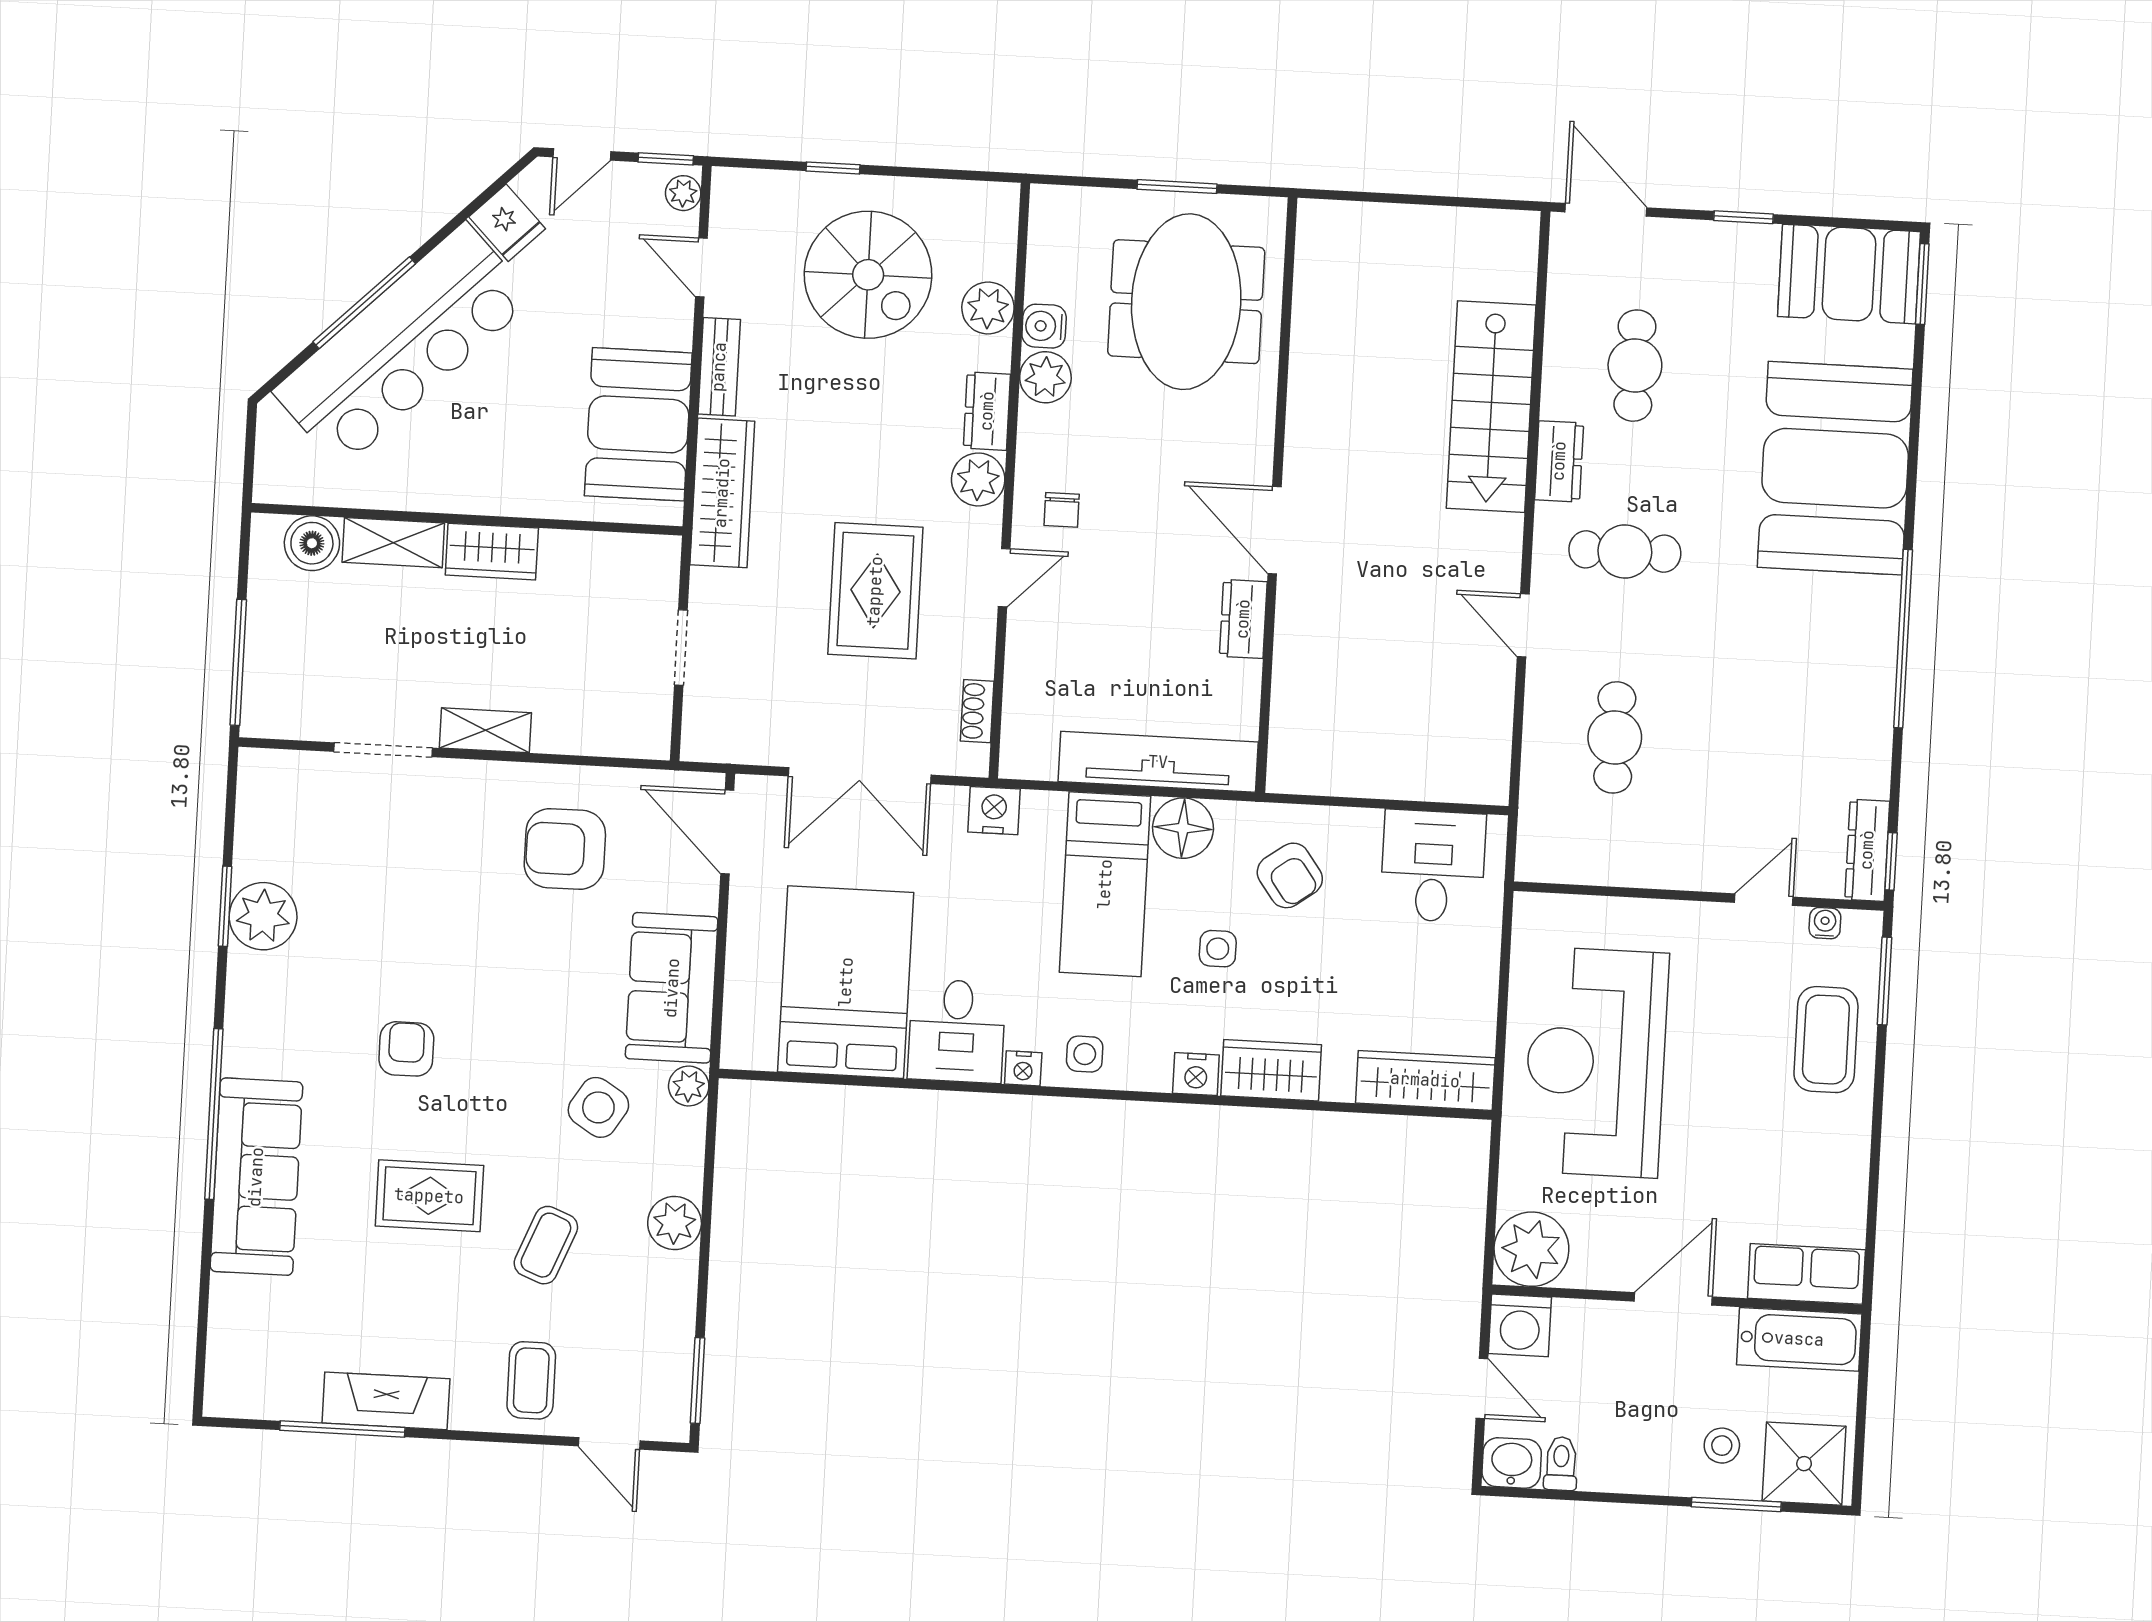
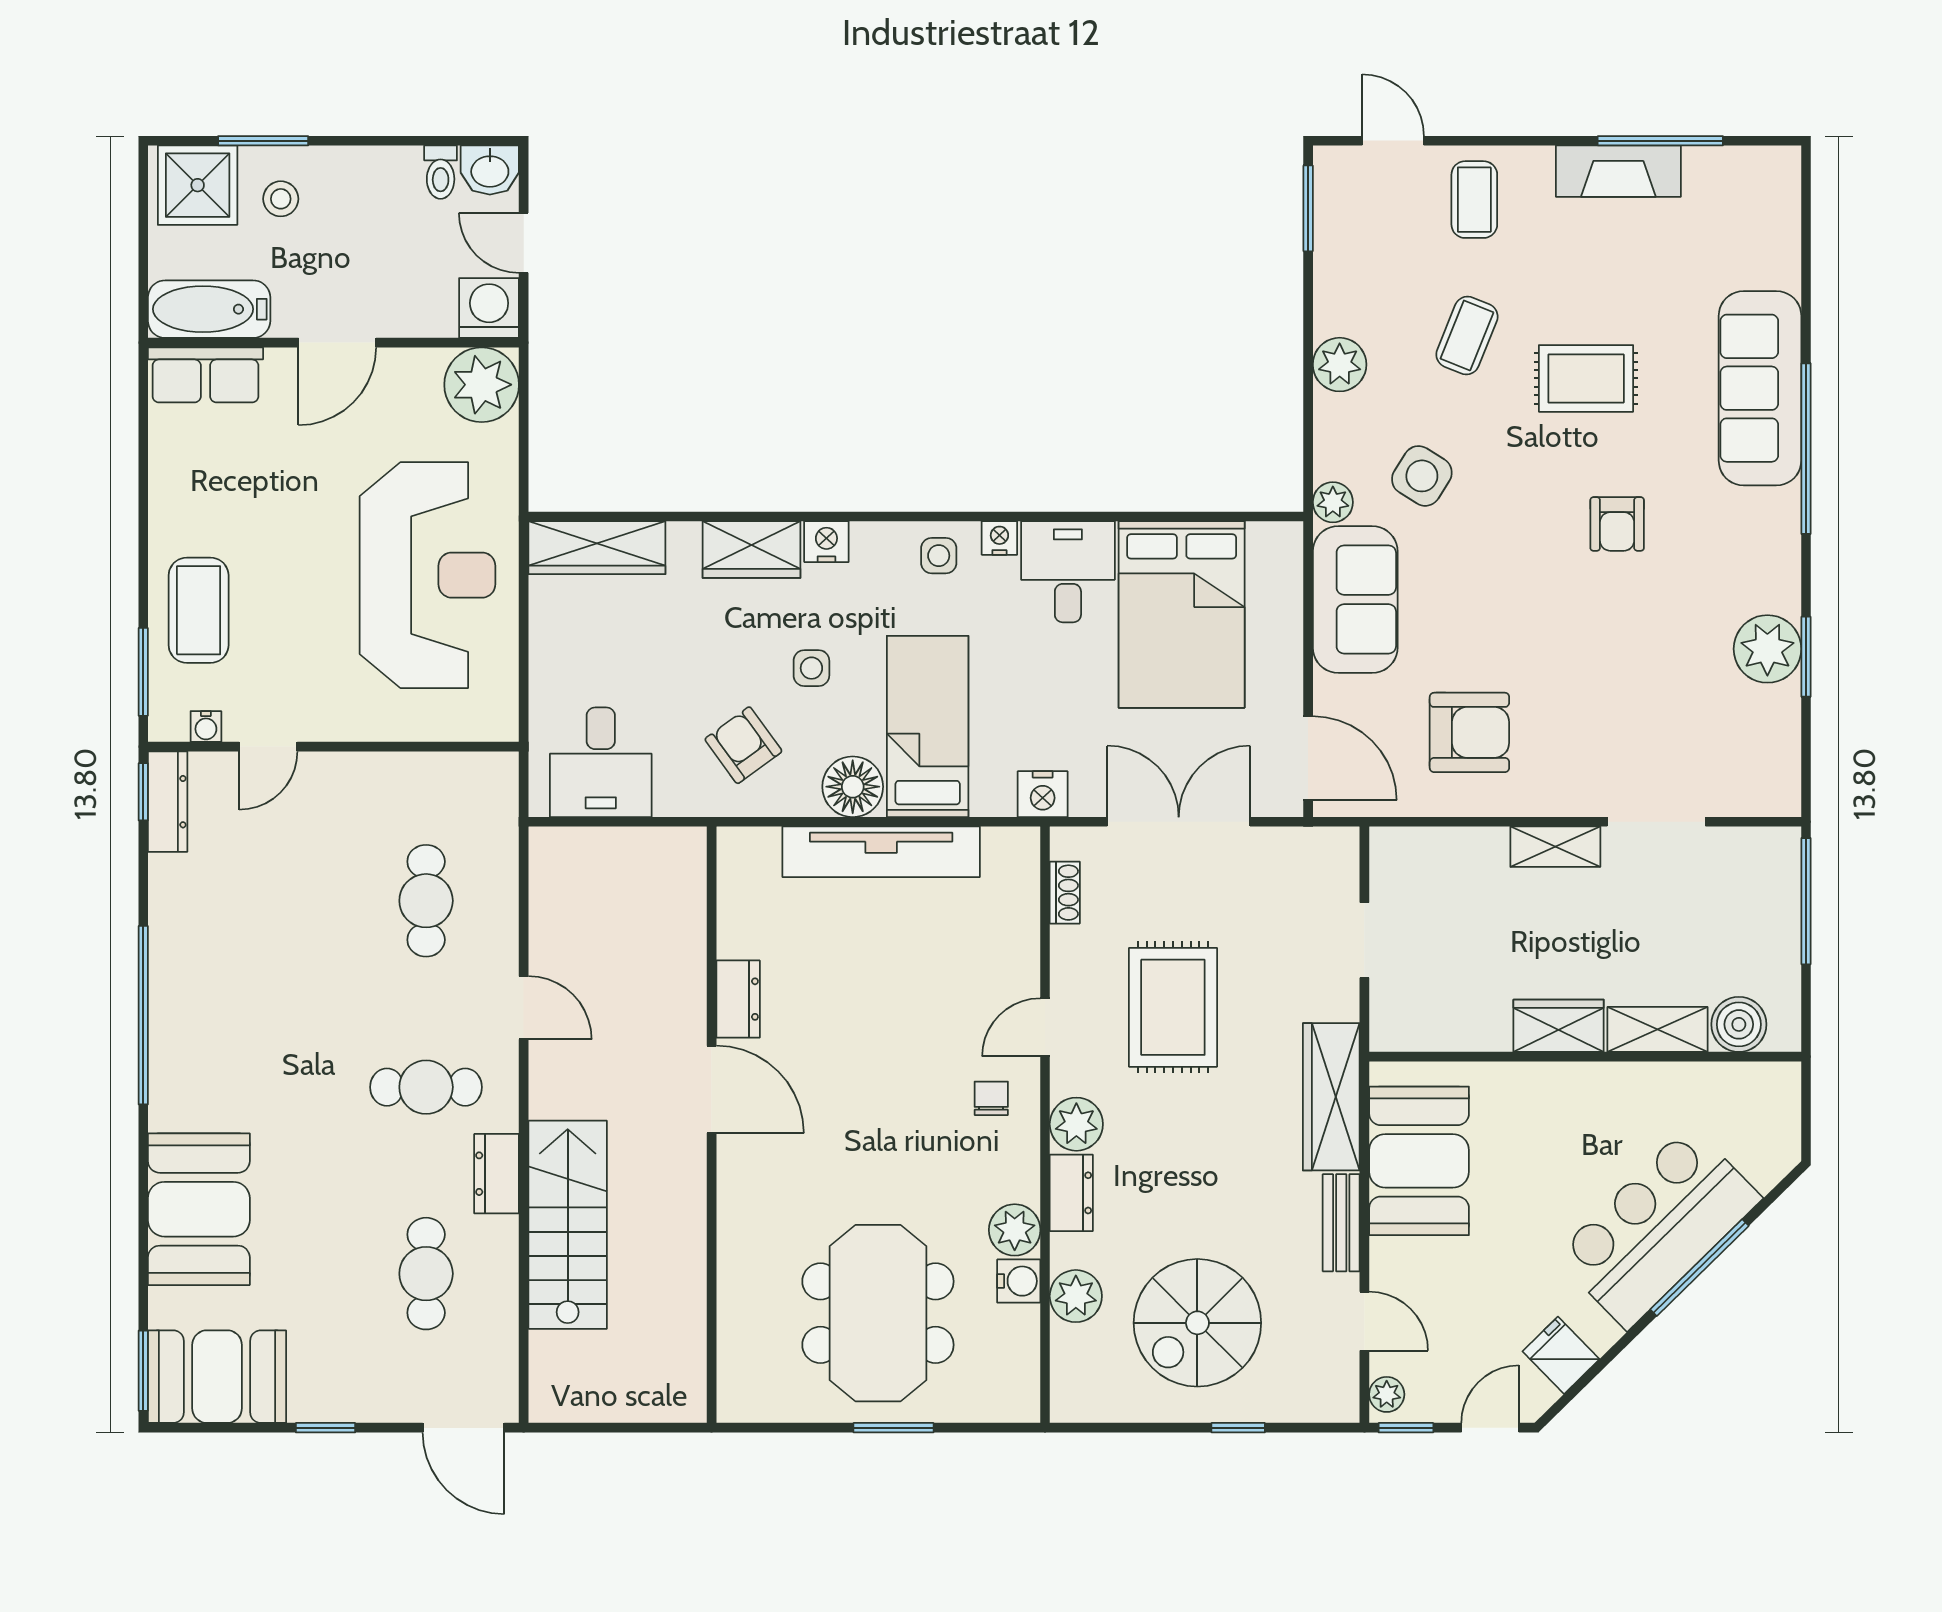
spiral stairs: (868, 275) -> (1197, 1323), turned -90
bar counter: (403, 345) -> (1658, 1227), width x0.73
booth: (1835, 468) -> (199, 1209), width x0.73, depth x0.70
wall: (1276, 495) -> (712, 1125), moved
door: (1275, 530) -> (712, 1089), moved
dresser: (1243, 619) -> (738, 999), moved

